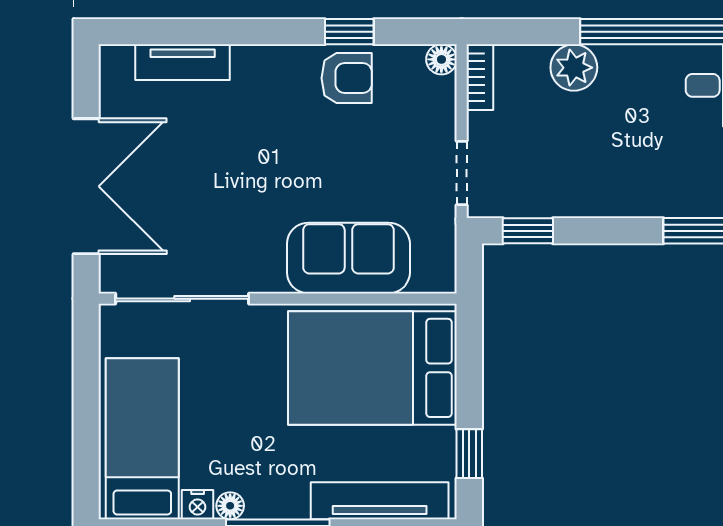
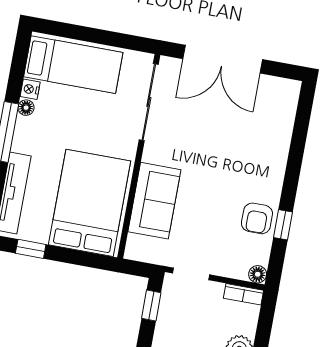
tv unit: (183, 62) -> (283, 127), removed

